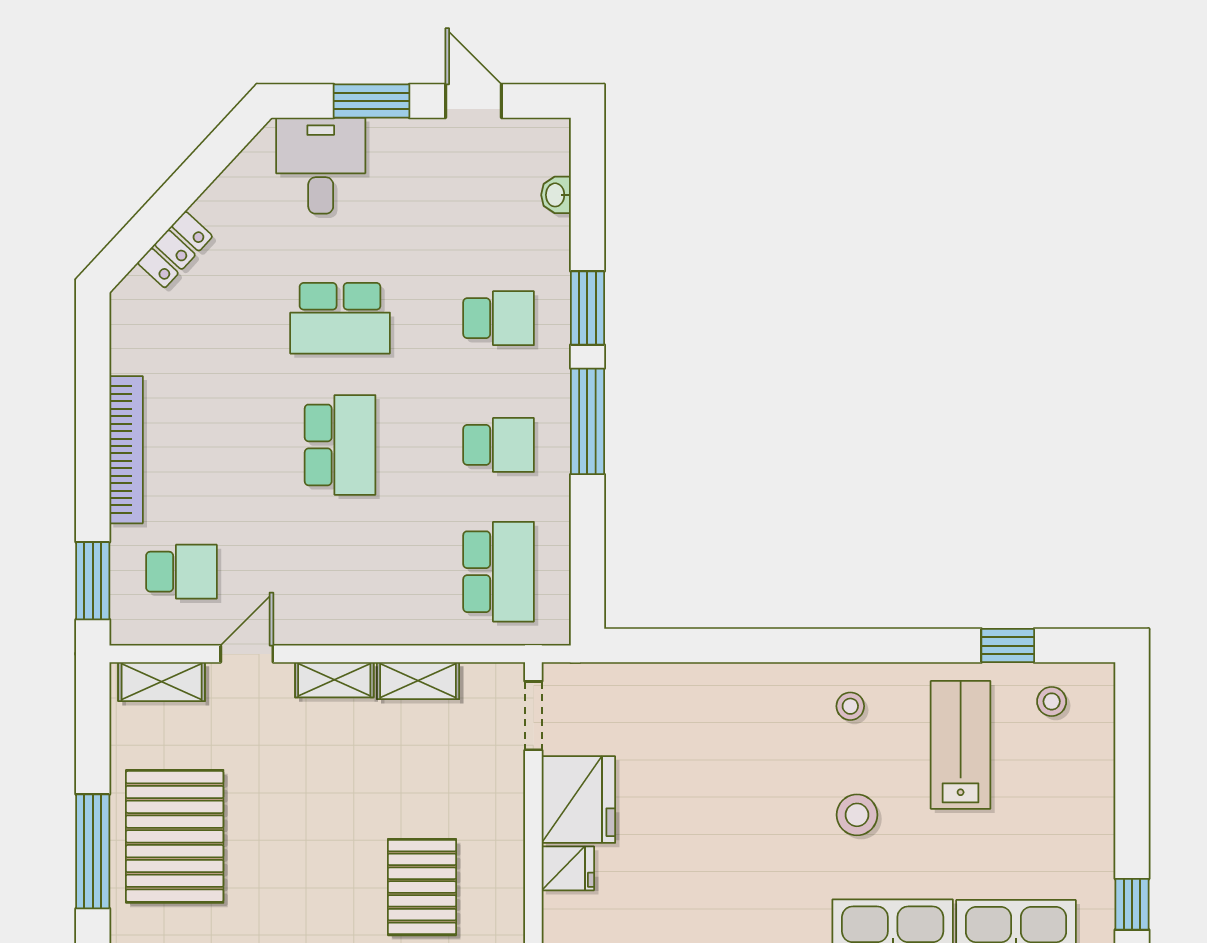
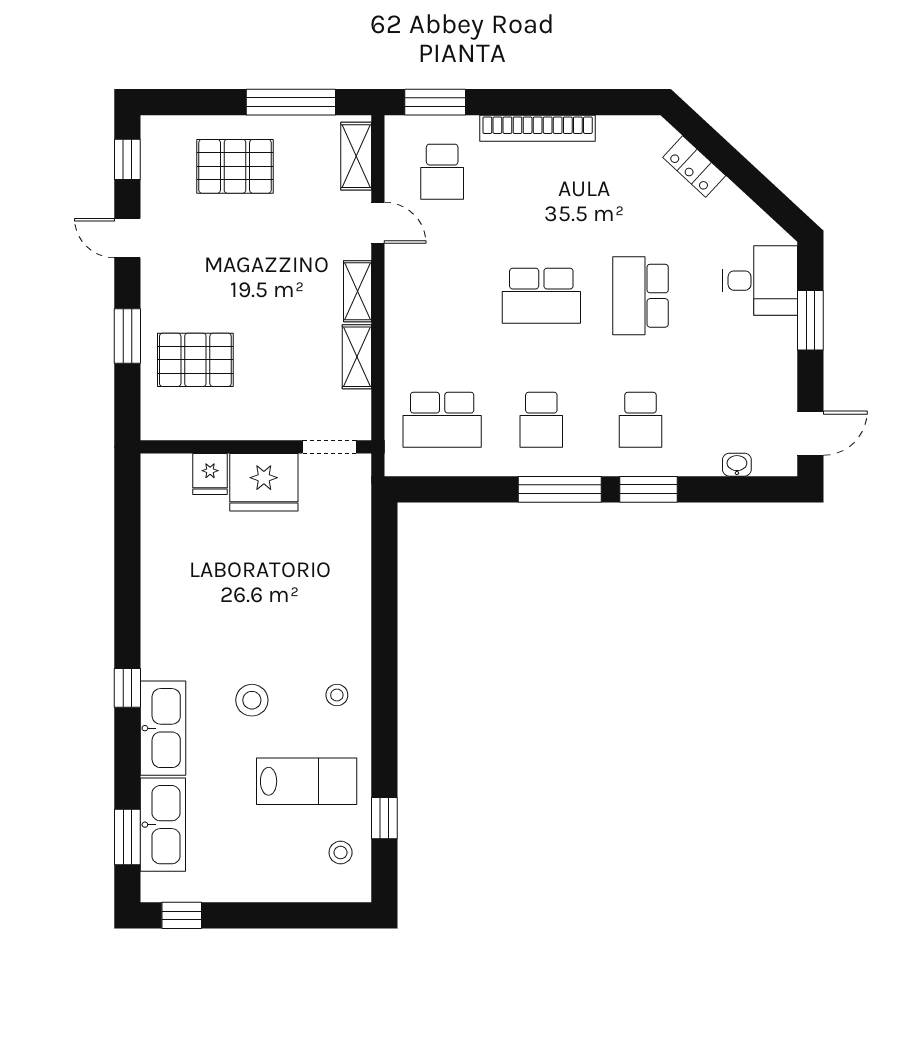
door: (474, 101) -> (810, 433), moved
pallet: (175, 836) -> (235, 166), width x0.73, depth x0.71
window: (93, 851) -> (291, 102), moved

